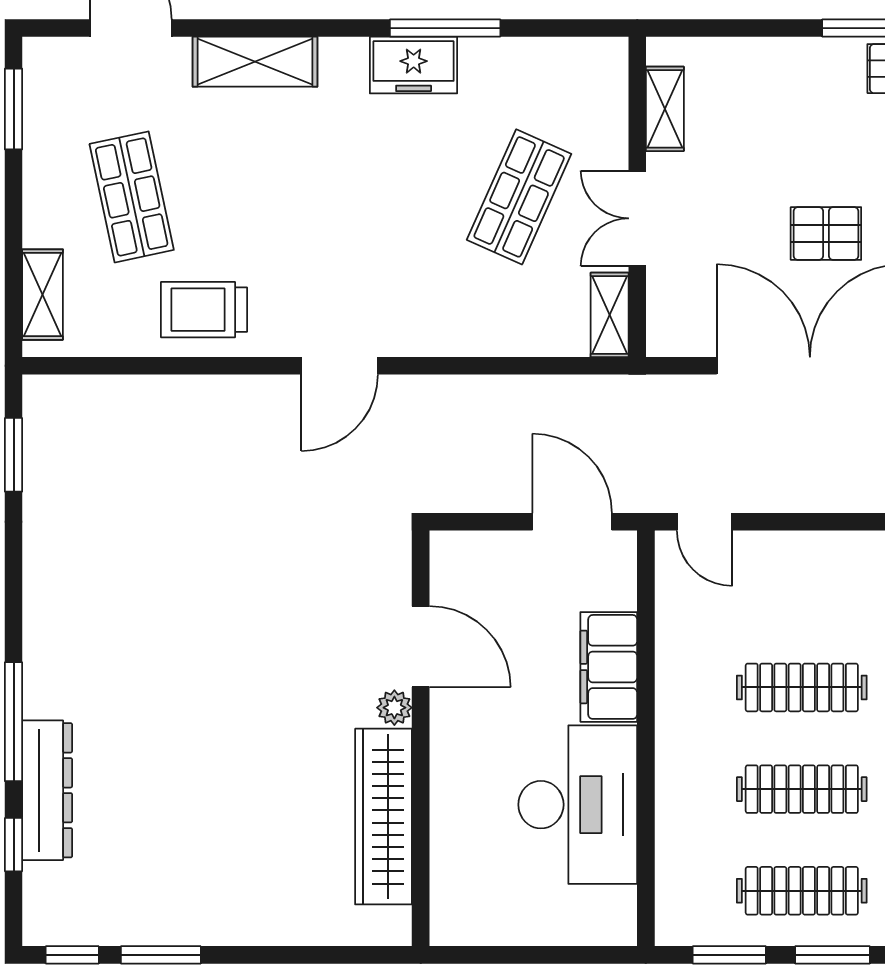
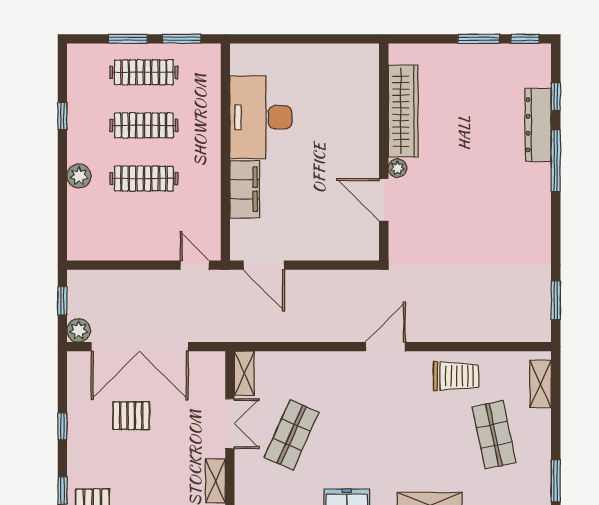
door: (421, 647) -> (384, 200), moved
plant: (394, 708) -> (397, 168), moved
wall: (421, 738) -> (384, 152), moved
wardrobe: (384, 817) -> (403, 111), moved

